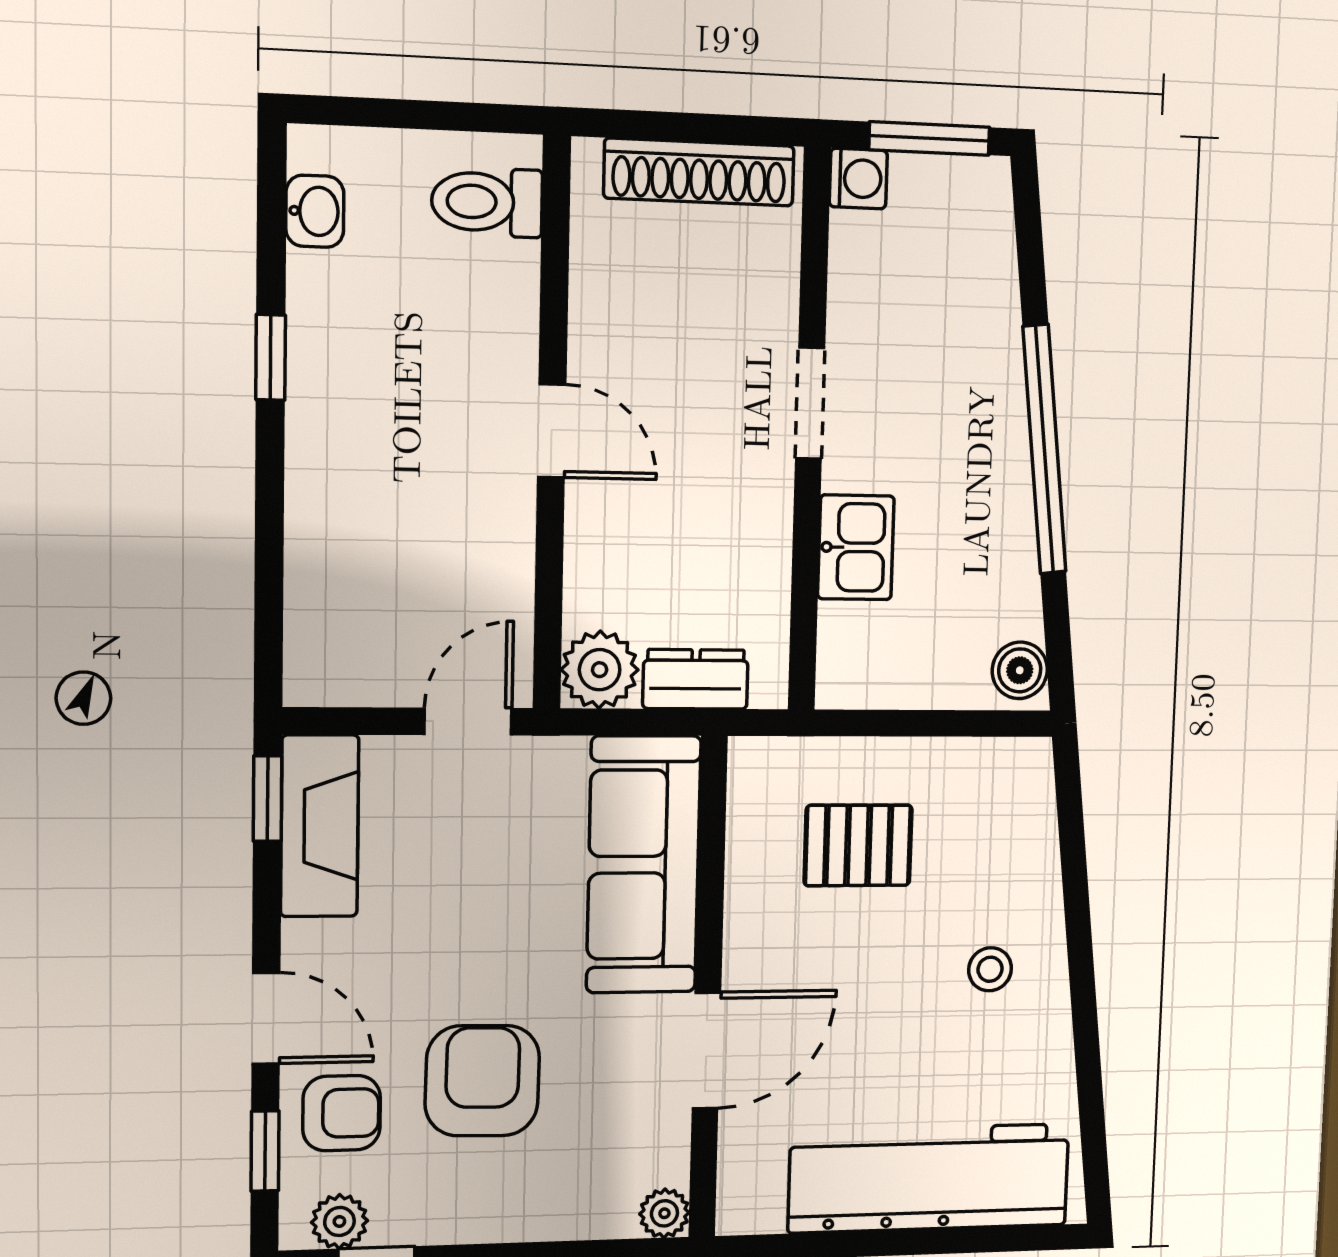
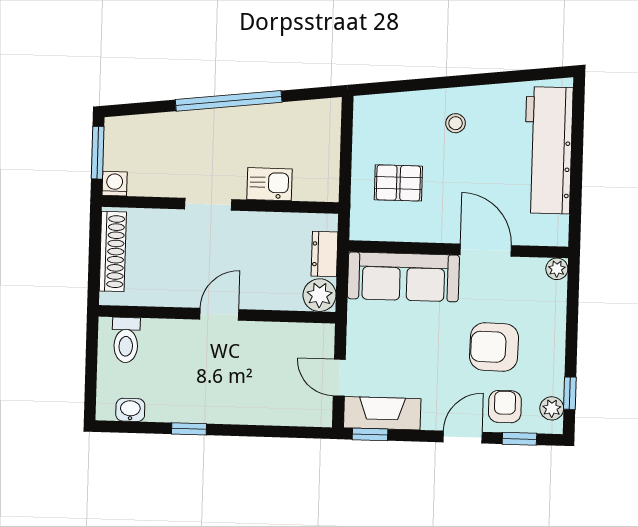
boiler: (1020, 670) -> (324, 111), removed
door: (468, 721) -> (339, 378), moved
pallet: (858, 845) -> (398, 183), turned 90

